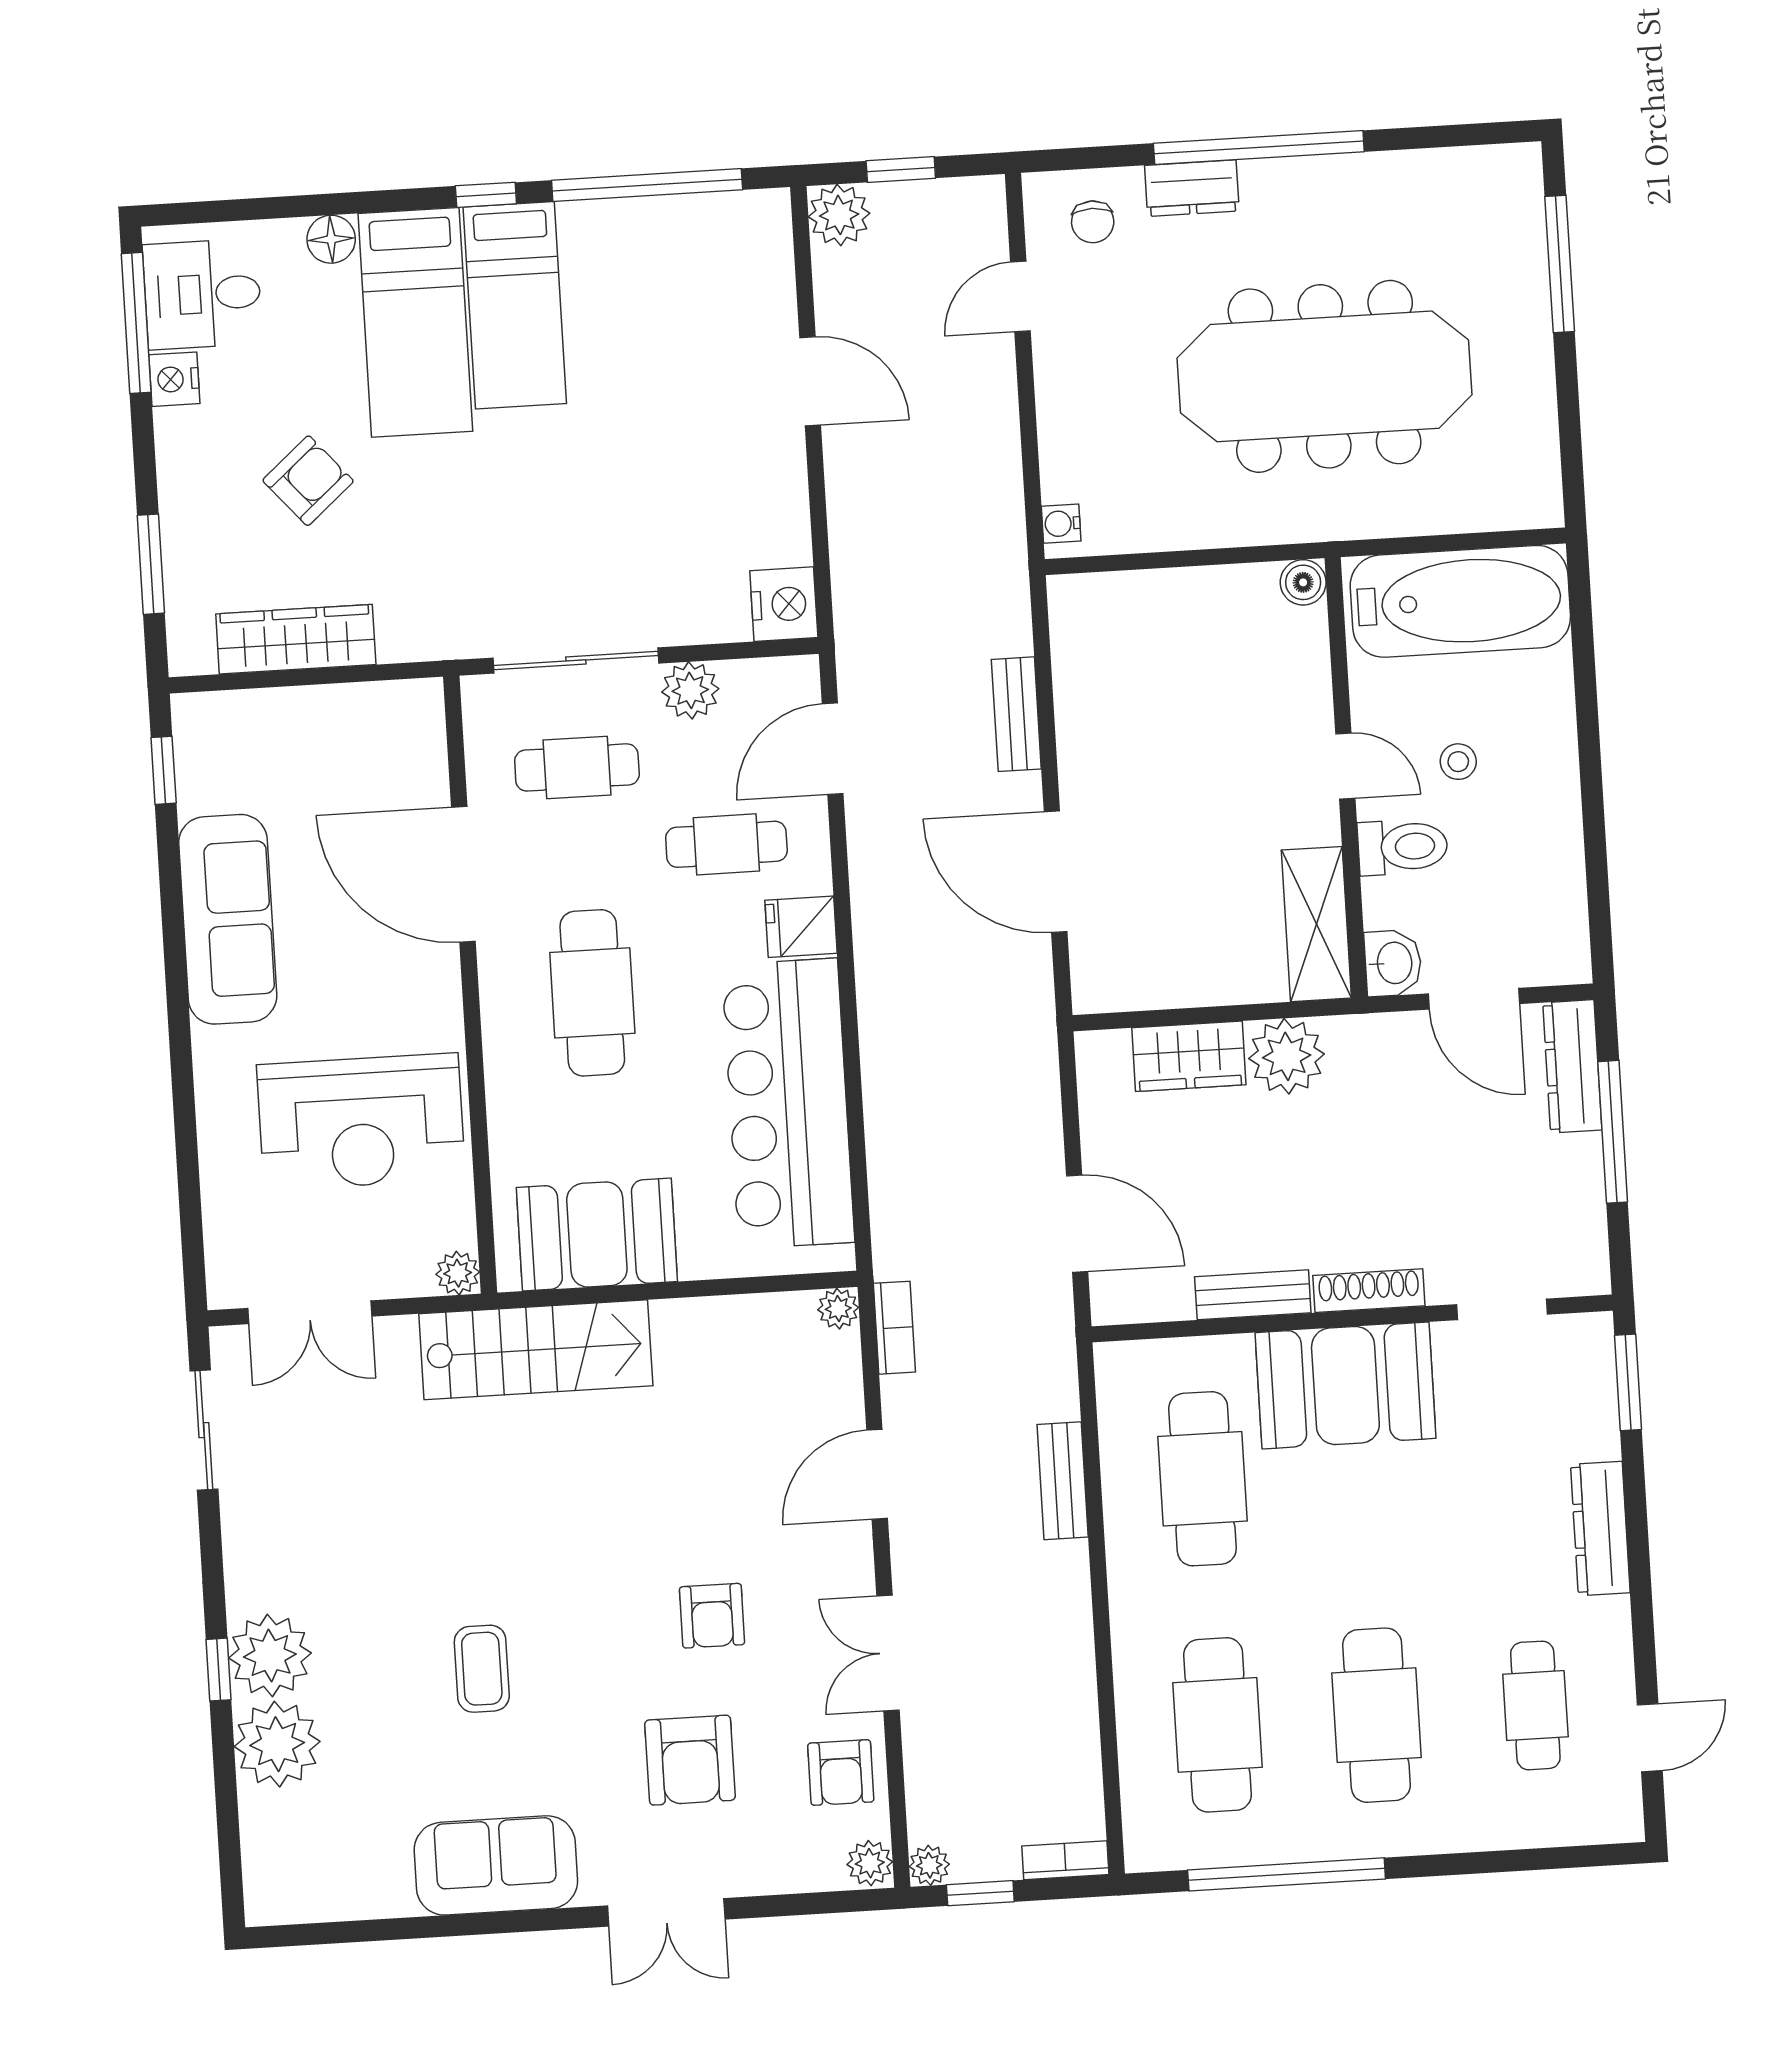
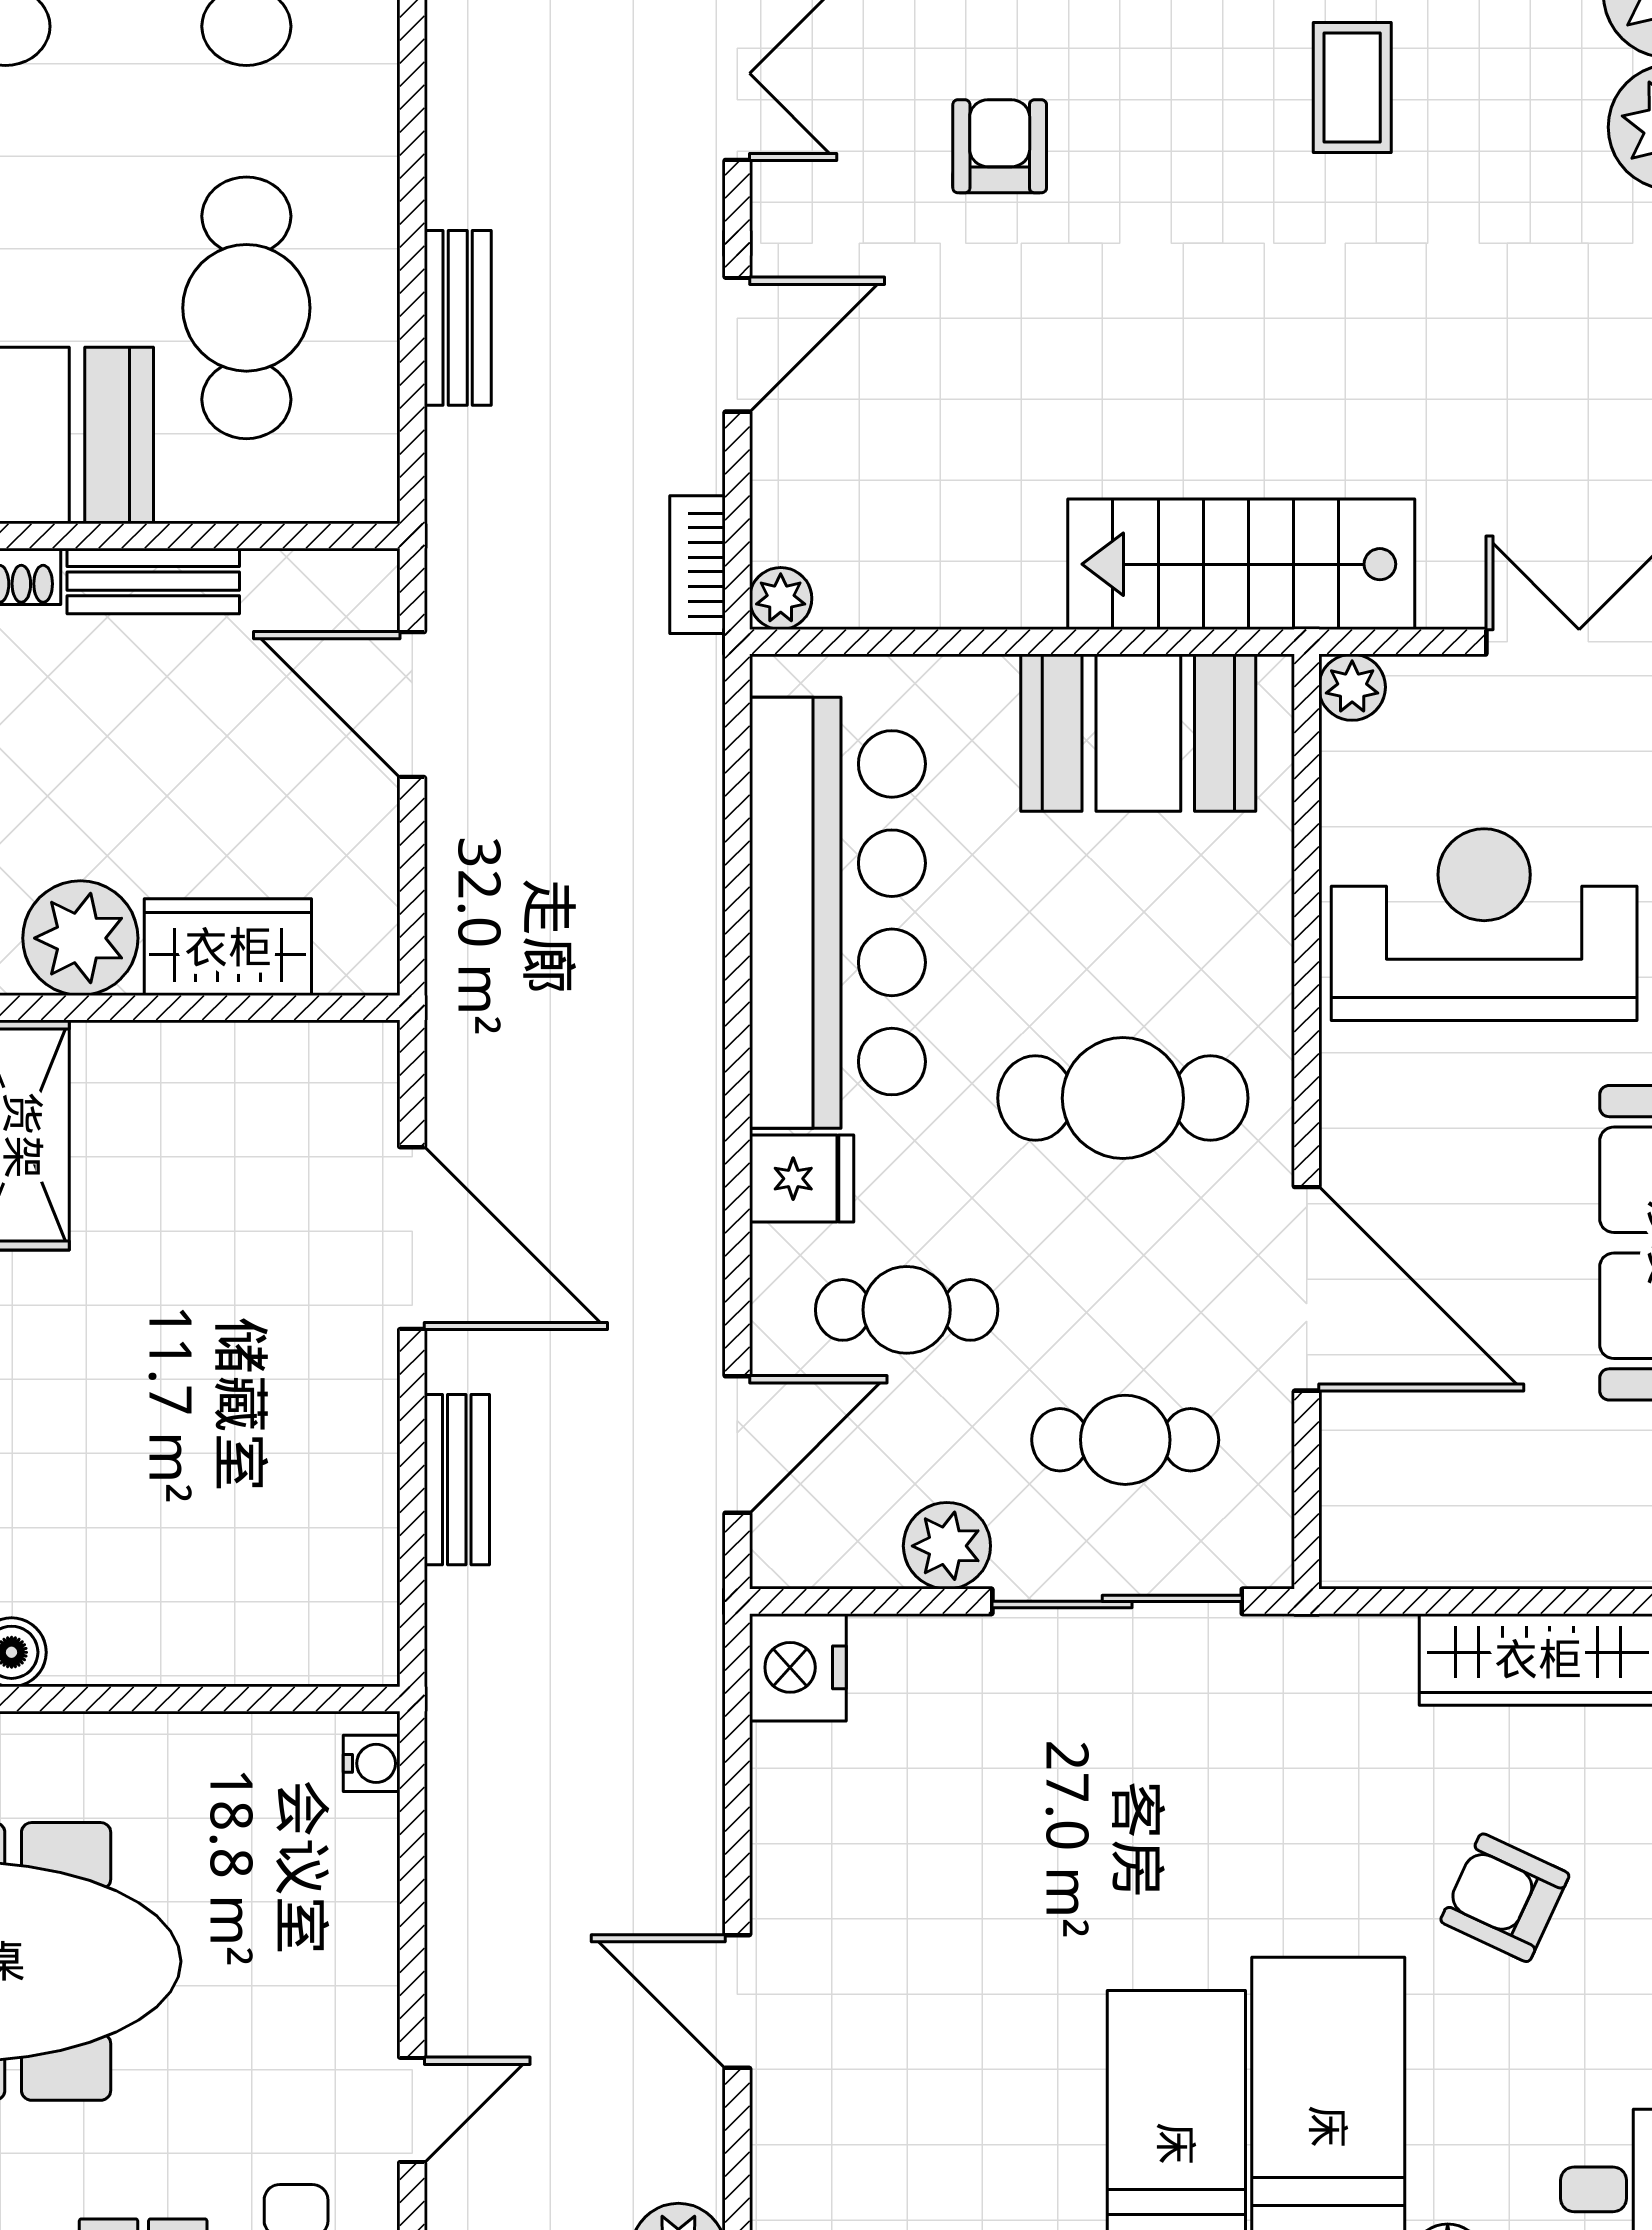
armchair: (308, 481) -> (1505, 1898), turned 66
cafe table: (592, 993) -> (1123, 1098), turned 90

